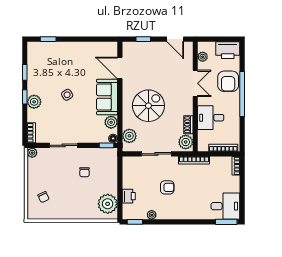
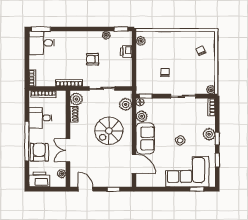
corner sofa: (59, 59) -> (187, 172), added
desk: (211, 118) -> (40, 118), moved, turned 180
plant: (108, 204) -> (141, 41), width x0.53, depth x0.53

